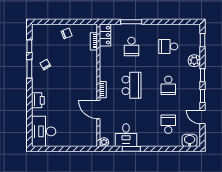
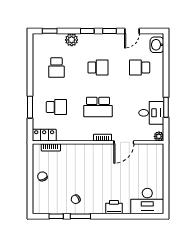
school desk: (131, 85) -> (98, 107), turned 180

